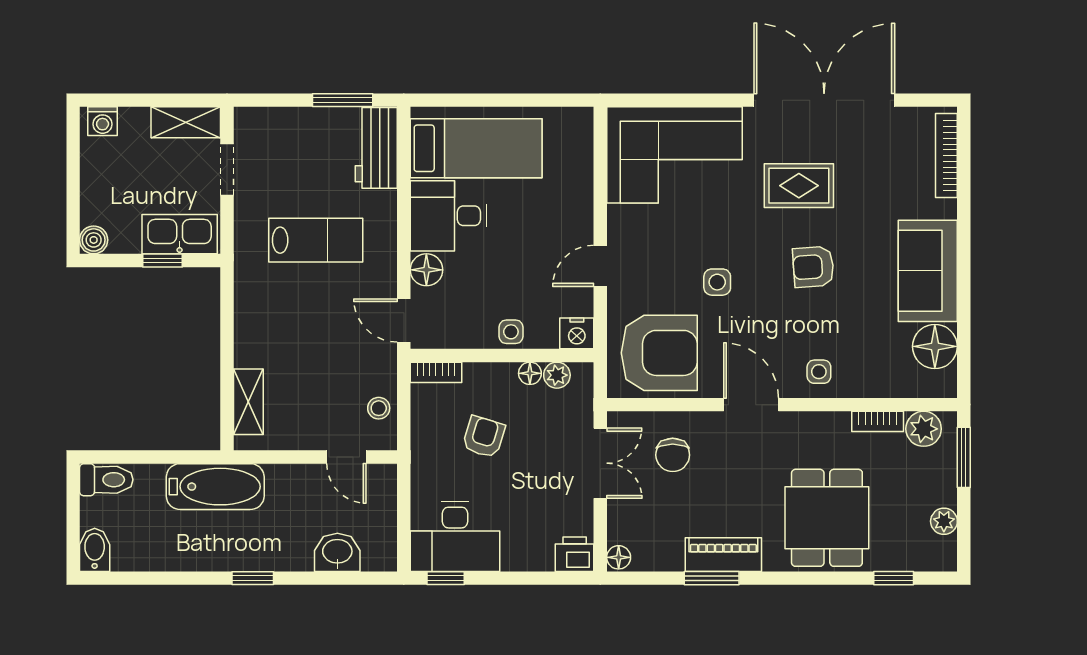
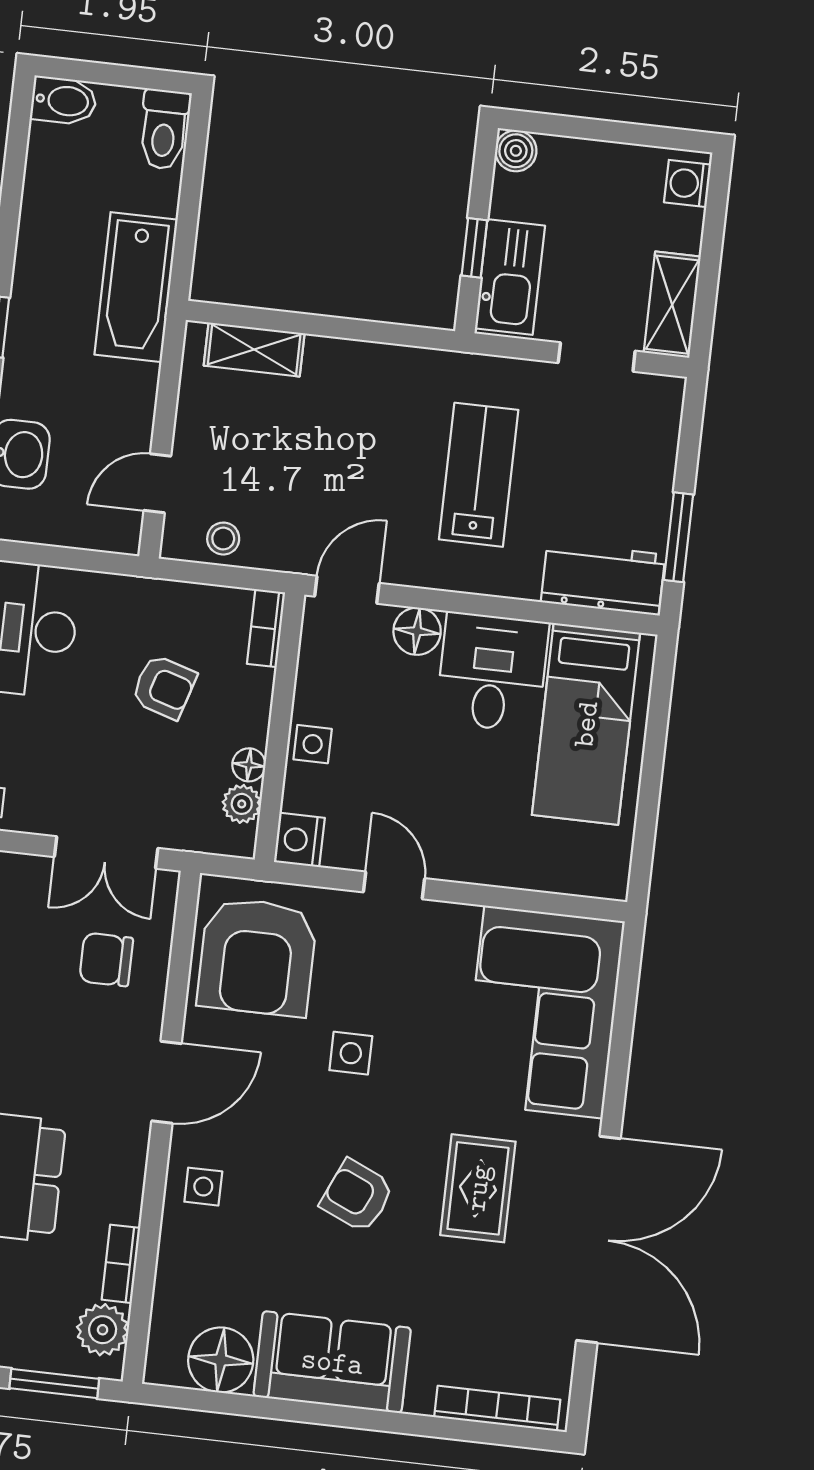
lab bench: (316, 240) -> (479, 475), turned 180
armchair: (813, 267) -> (357, 1196), turned -62

